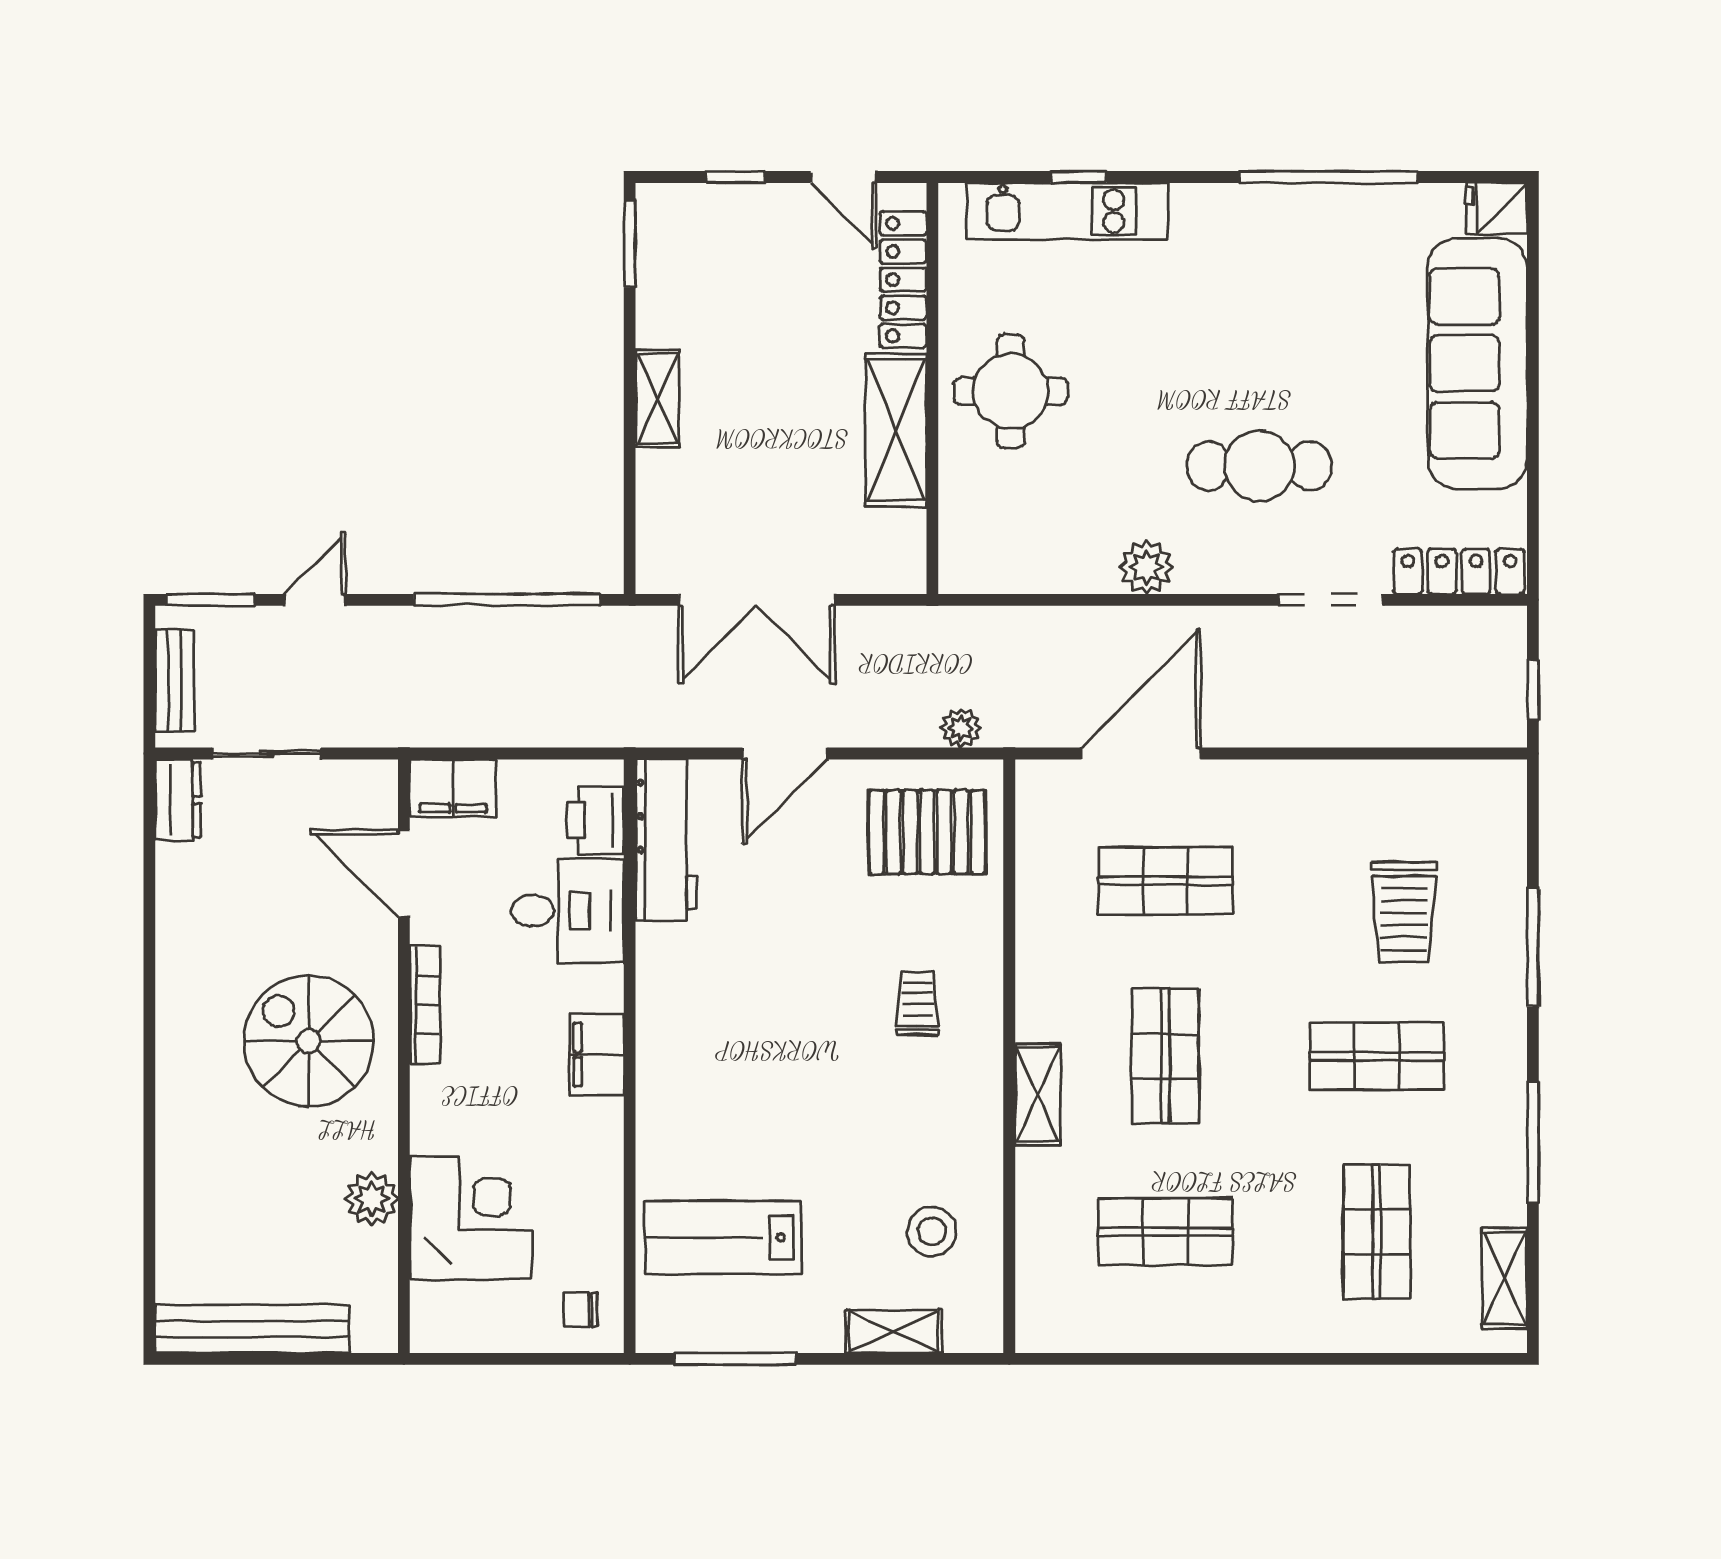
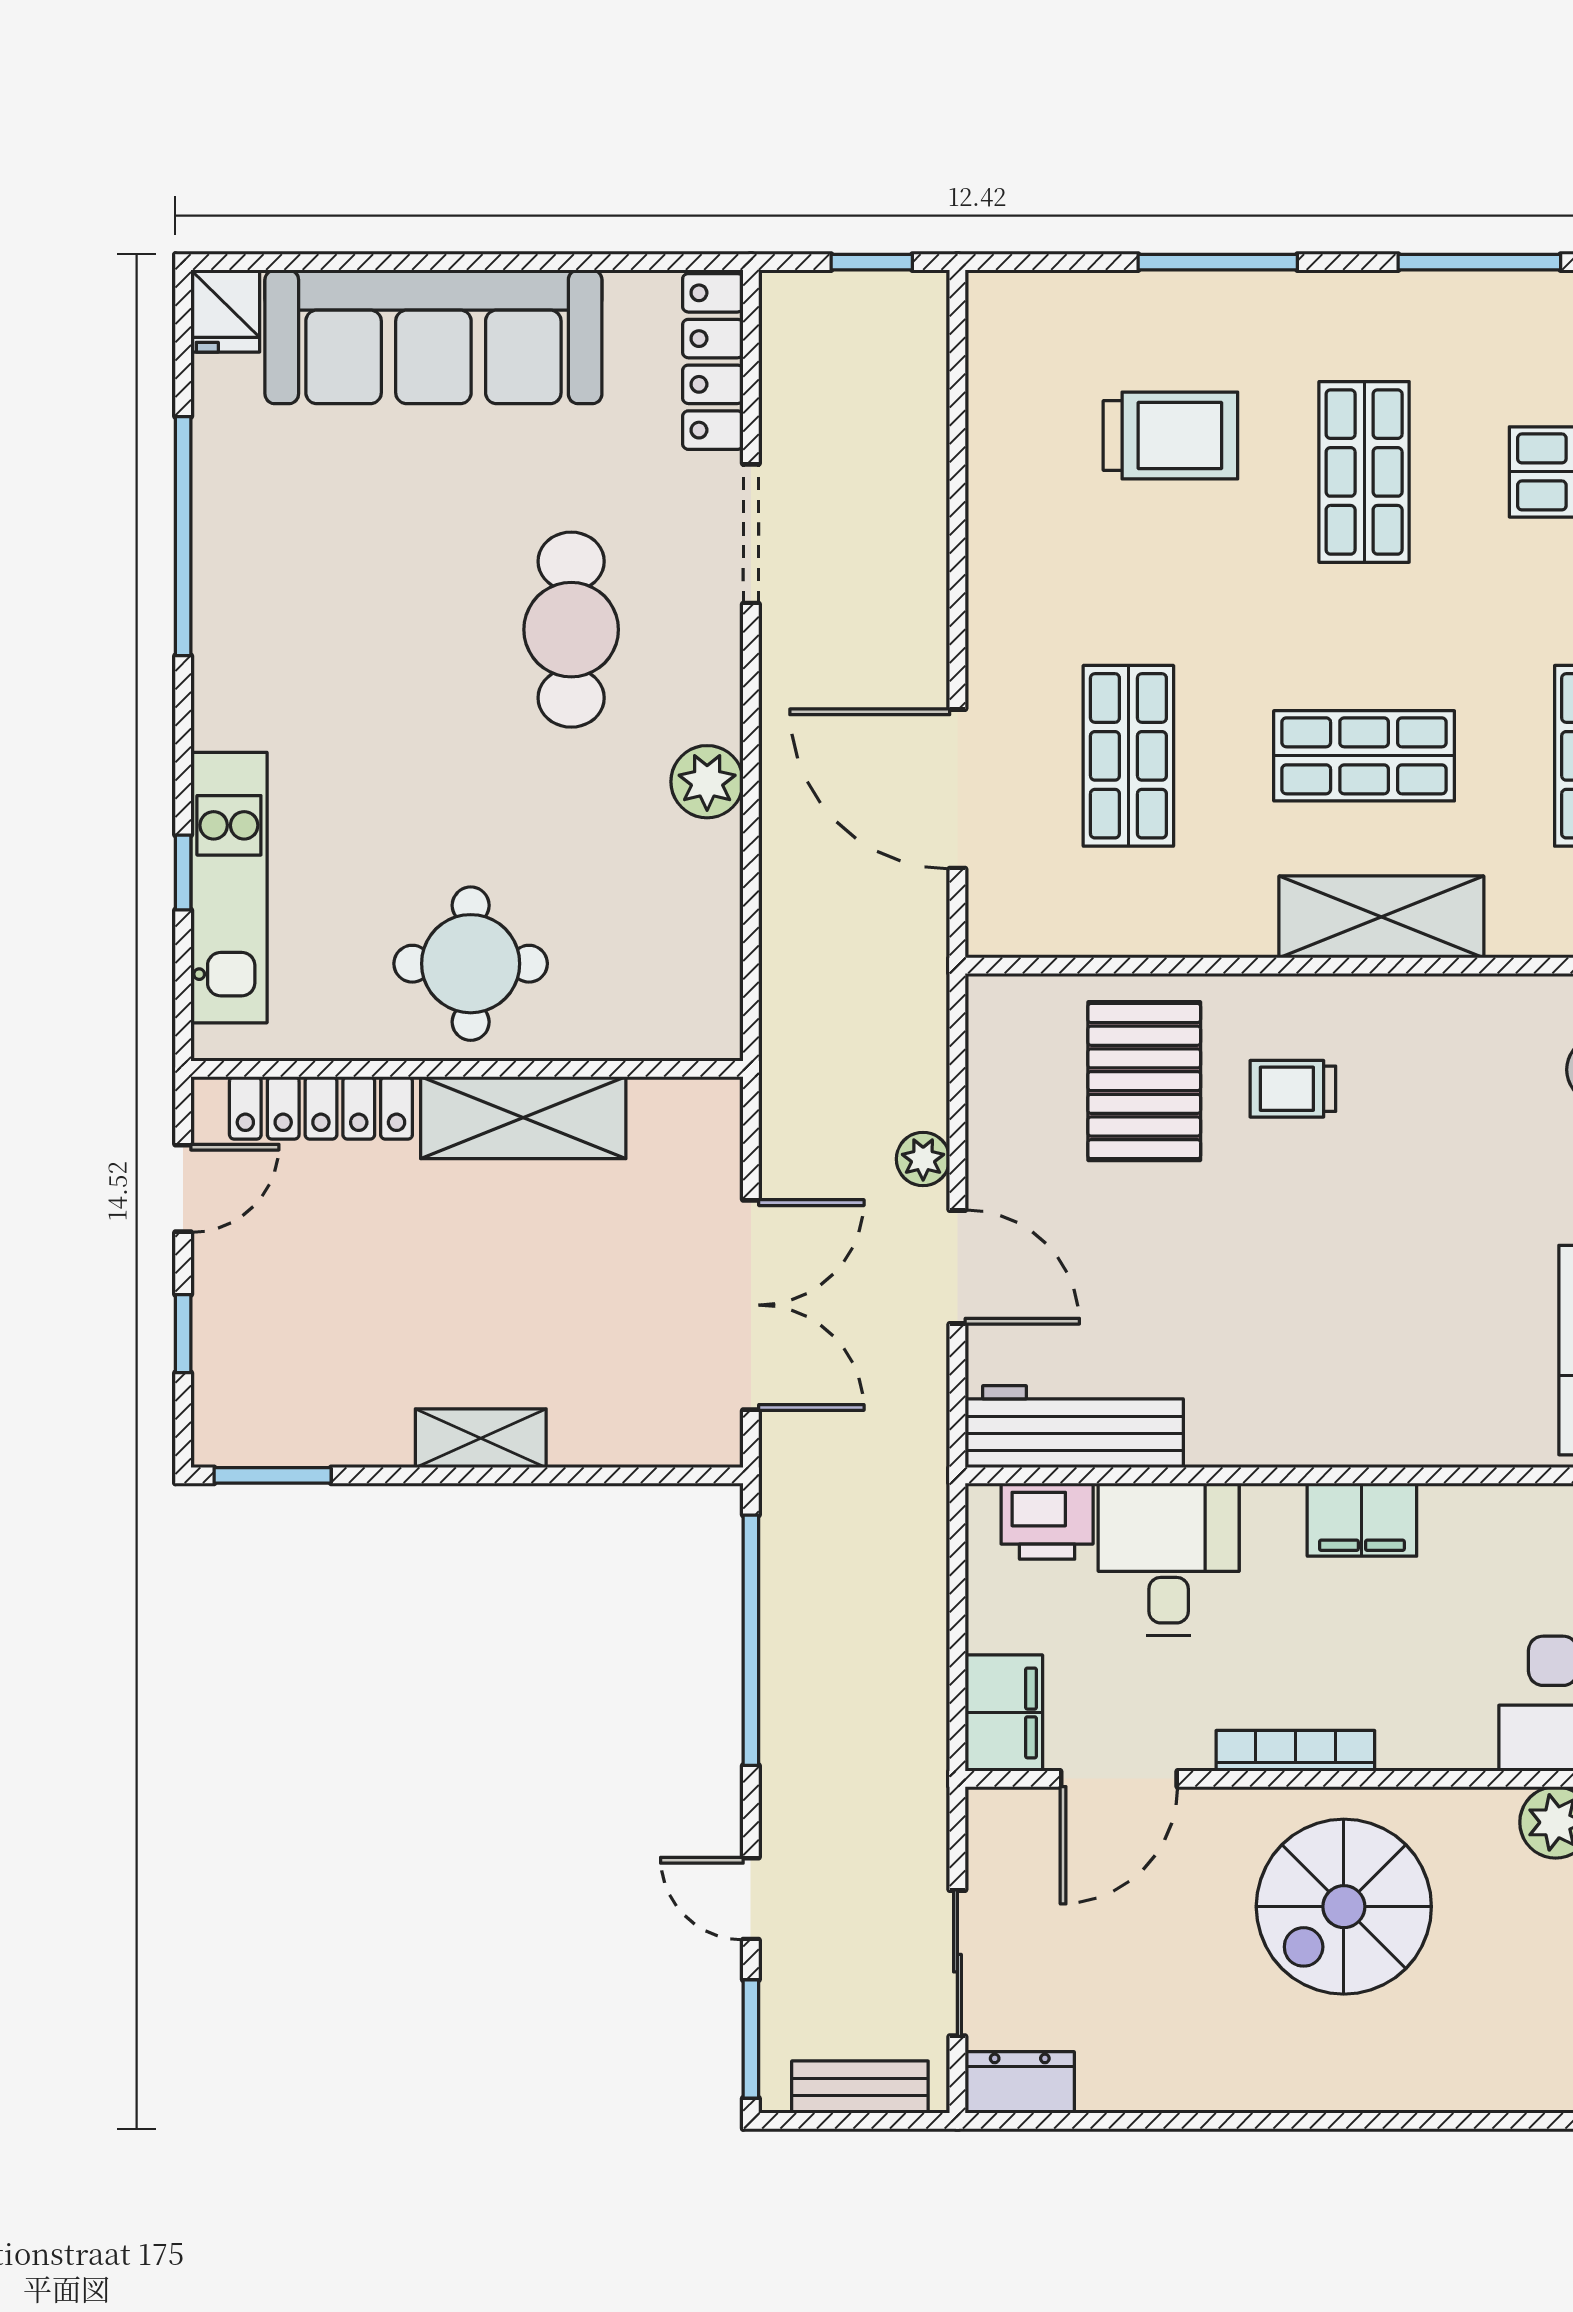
plant: (961, 728) -> (923, 1159), moved
pallet: (927, 832) -> (1144, 1081), moved
shelving: (1038, 1094) -> (1381, 917), width x1.50, depth x1.33

